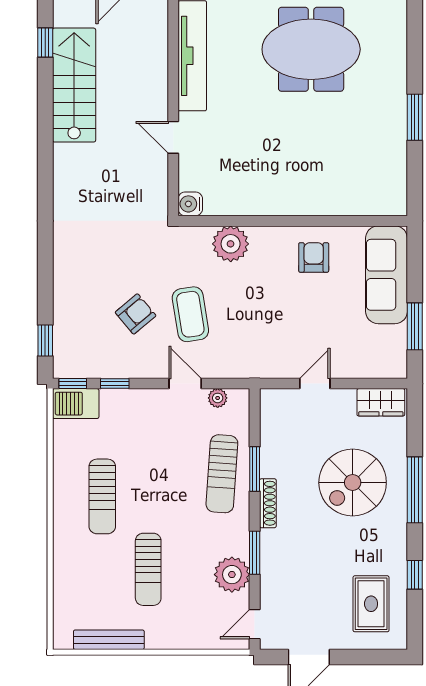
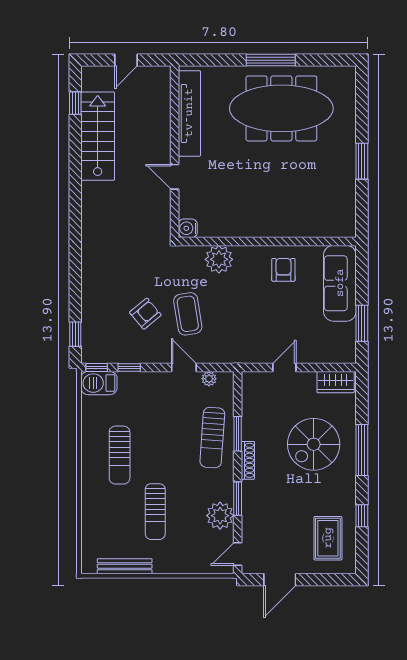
meeting table: (311, 49) -> (281, 108), width x1.36

